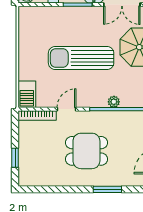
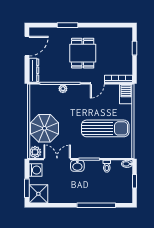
sun lounger: (81, 58) -> (105, 128), moved
dining table: (86, 151) -> (83, 53), turned 90

